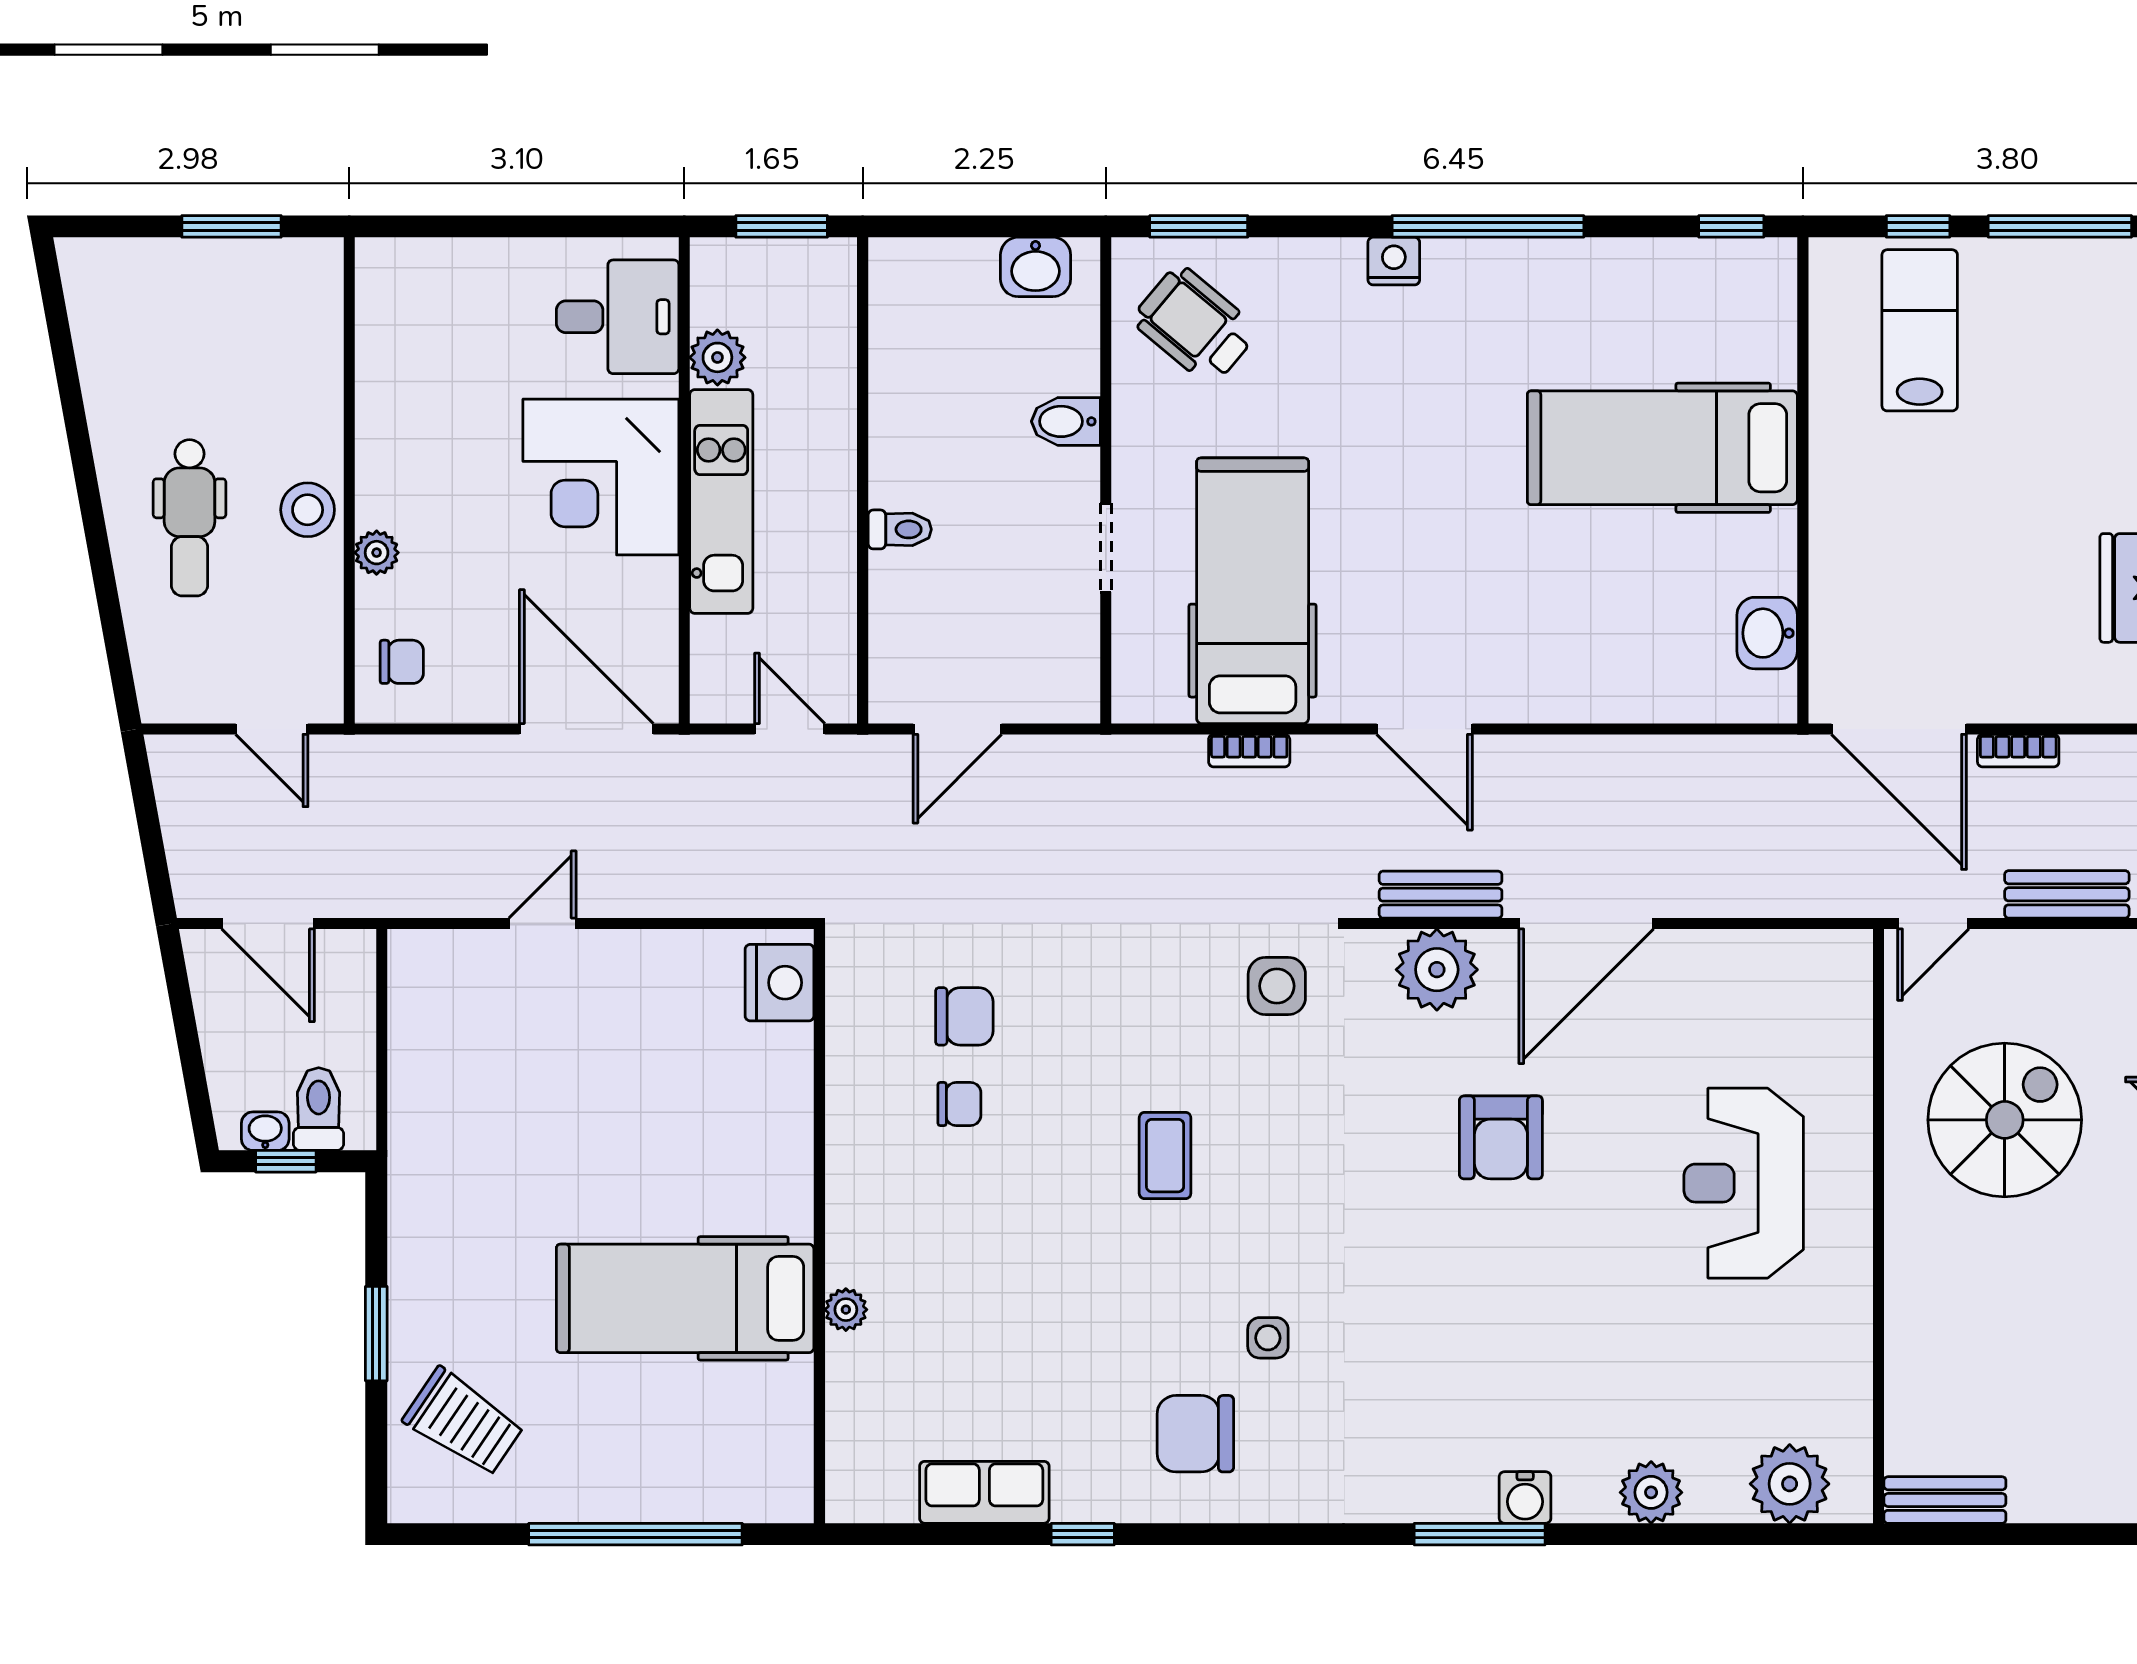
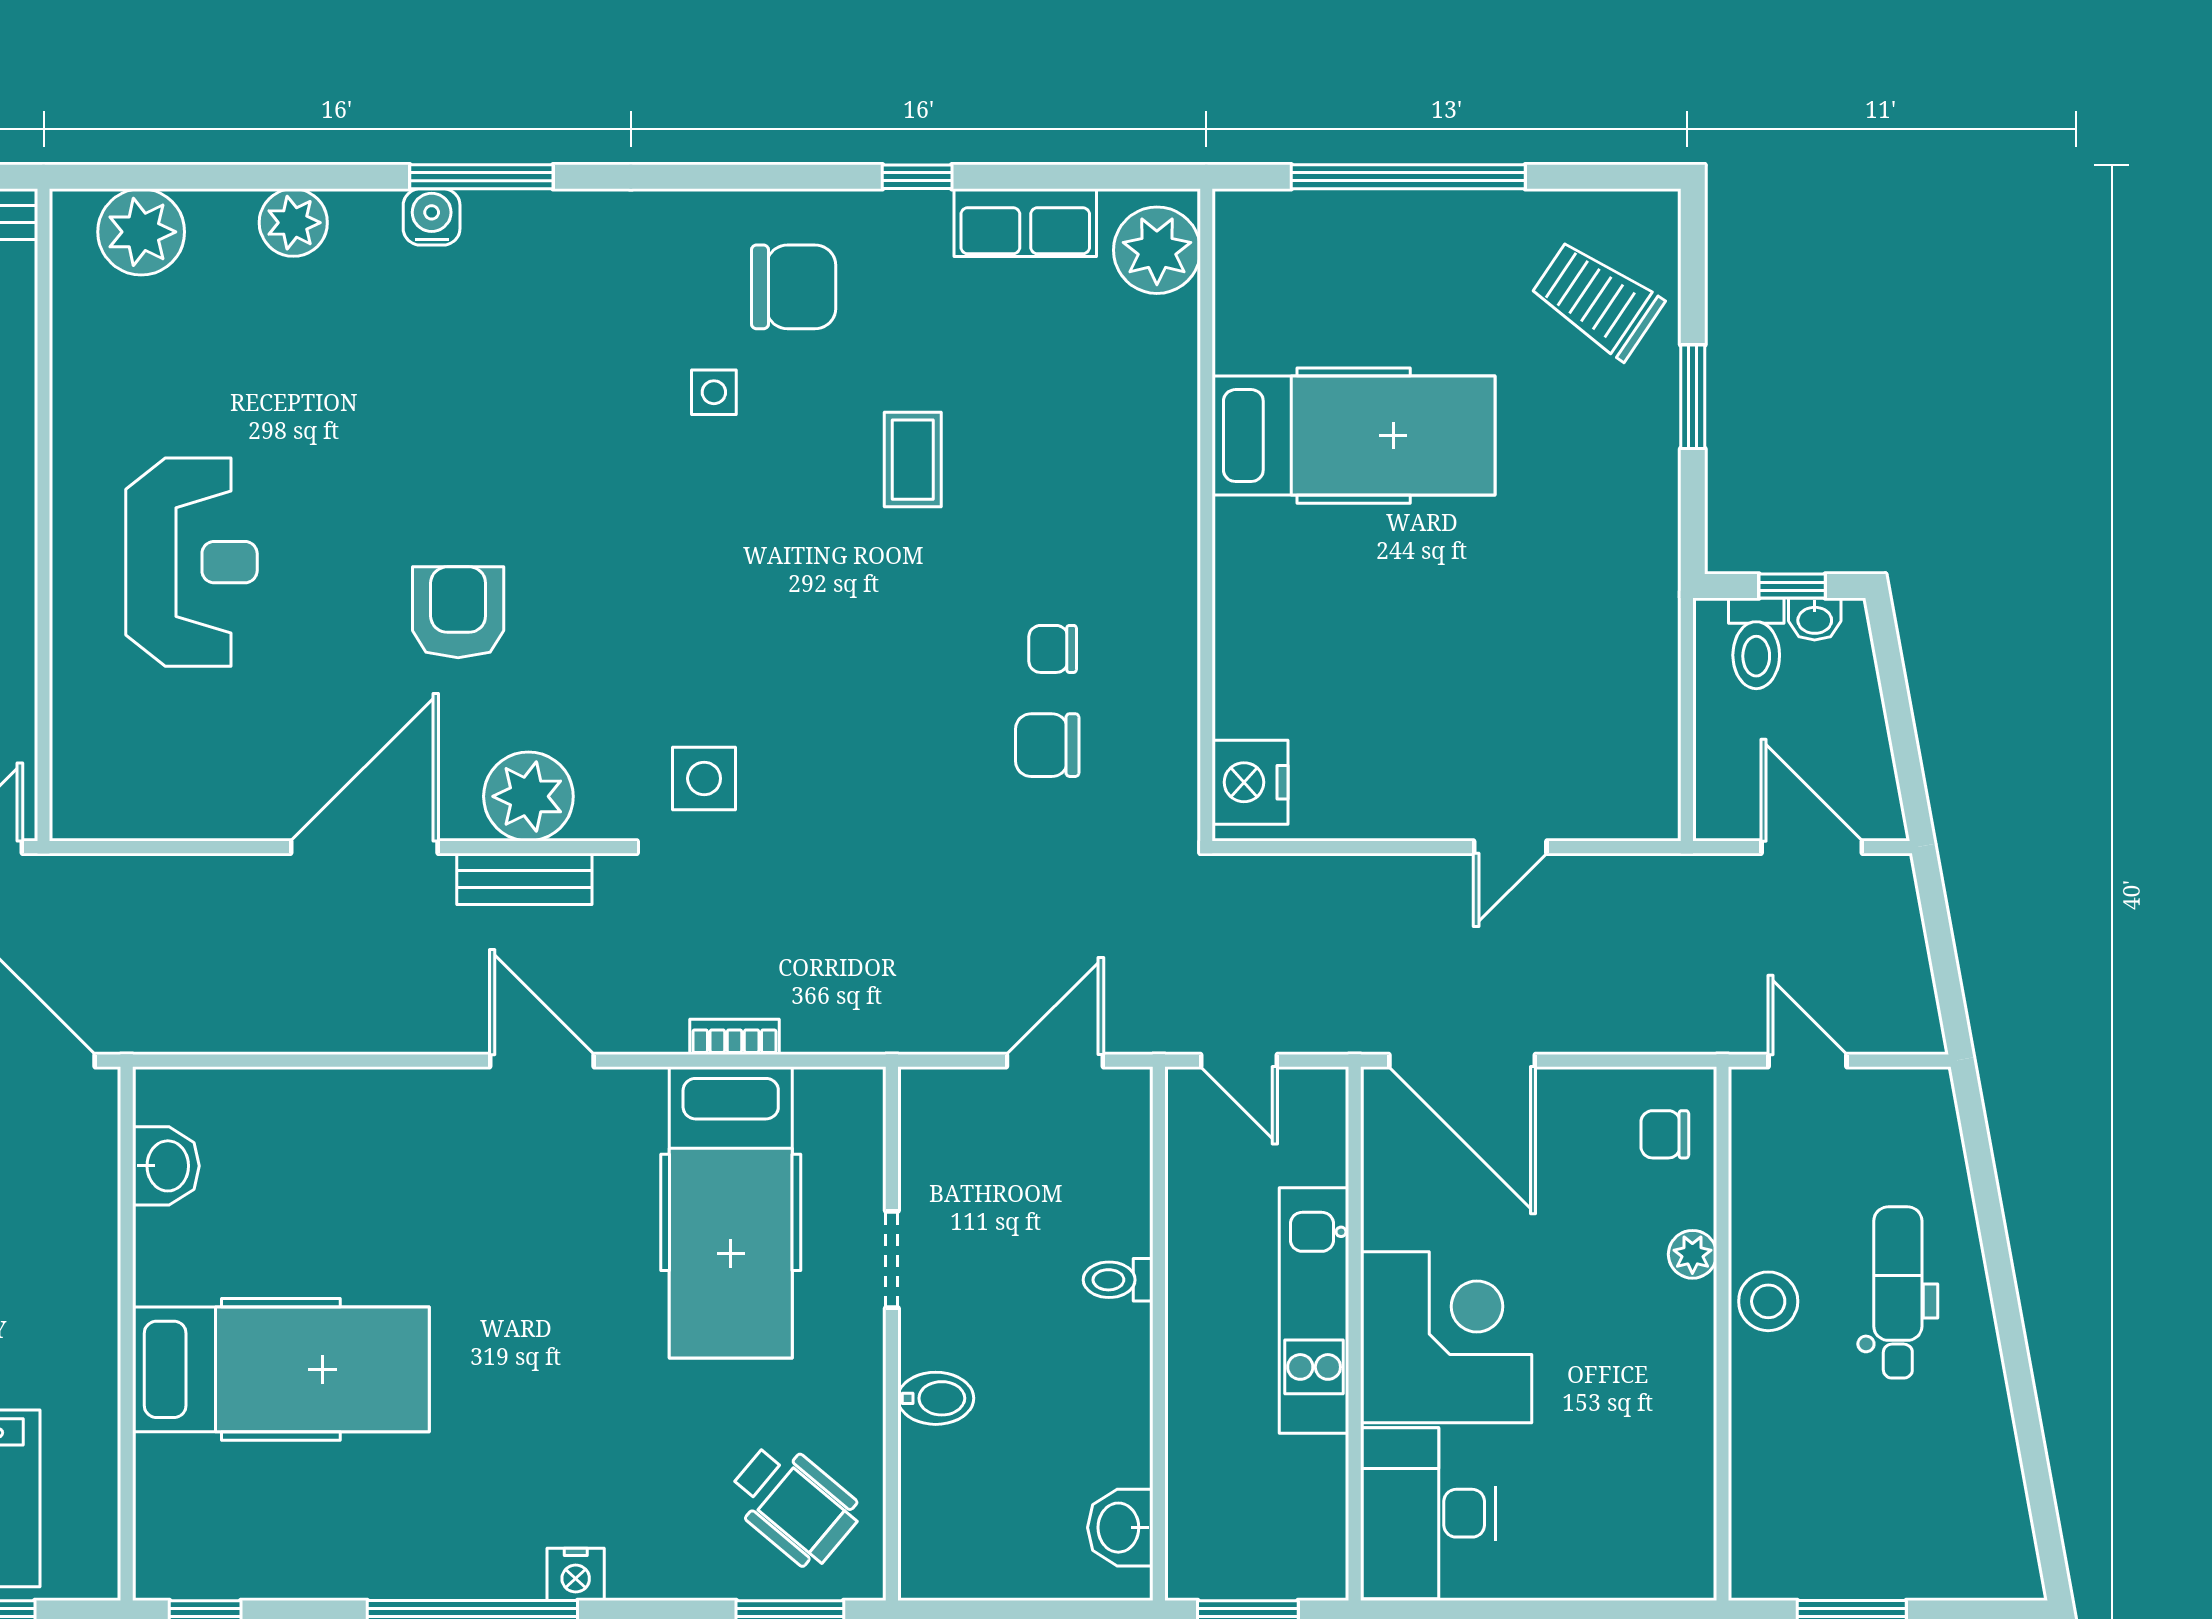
washbasin: (1036, 267) -> (1120, 1528), moved, turned -90
desk: (618, 317) -> (1428, 1513), width x1.37
plant: (717, 357) -> (1318, 1469), removed
coffee table: (1165, 1156) -> (913, 460), moved
plant: (846, 1310) -> (1157, 250), moved, width x1.88, depth x1.88

